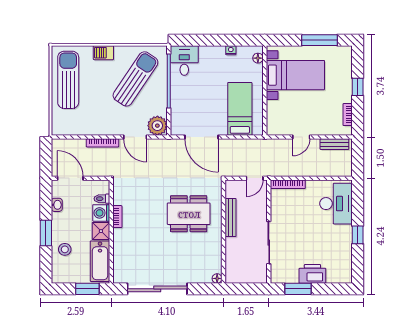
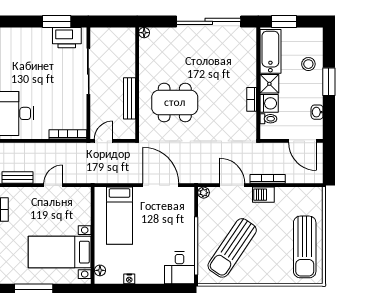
barbecue: (103, 53) -> (263, 195), moved, turned 180
plant: (157, 126) -> (204, 193), width x0.53, depth x0.53
printer: (312, 274) -> (67, 38), moved

